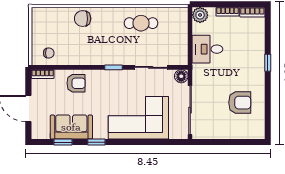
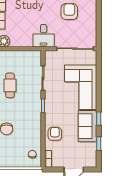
desk: (207, 49) -> (44, 36), moved
floor lamp: (181, 76) -> (50, 55), removed
sofa: (71, 127) -> (88, 126), moved

